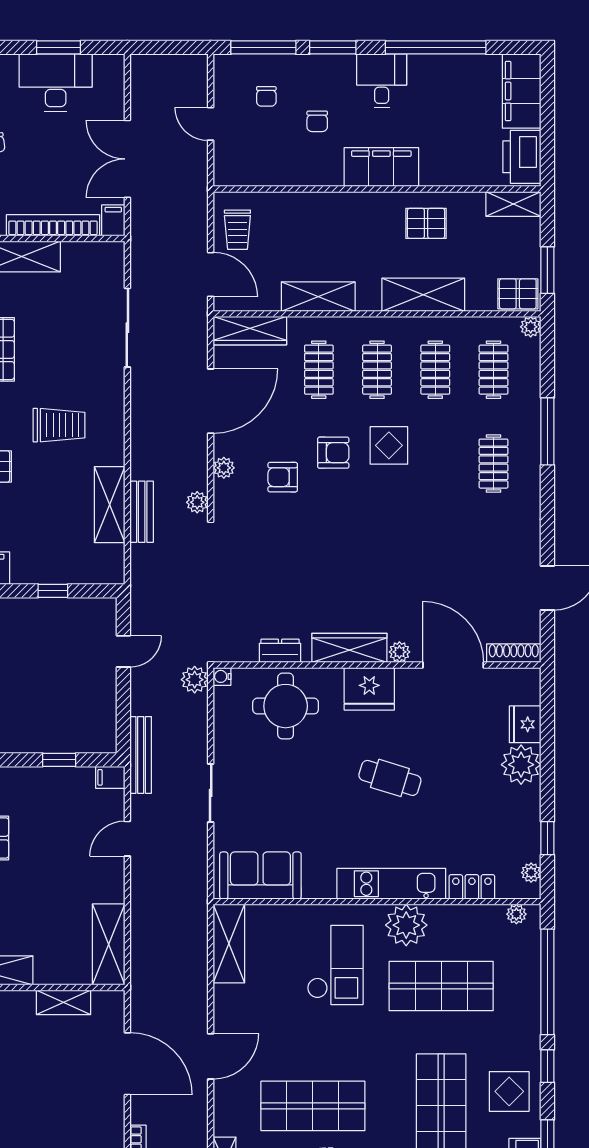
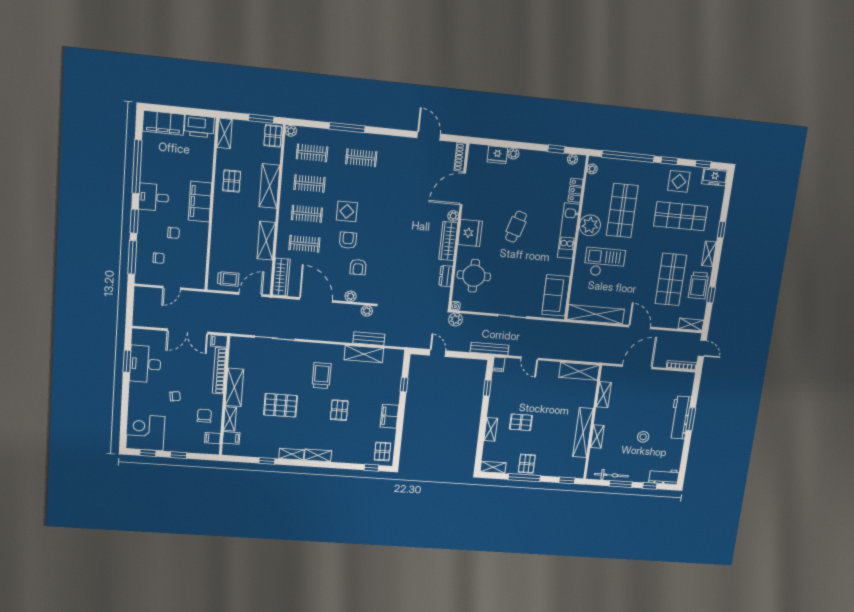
plant: (521, 765) -> (513, 154), width x0.53, depth x0.53
shelving: (229, 943) -> (596, 314), width x1.47

